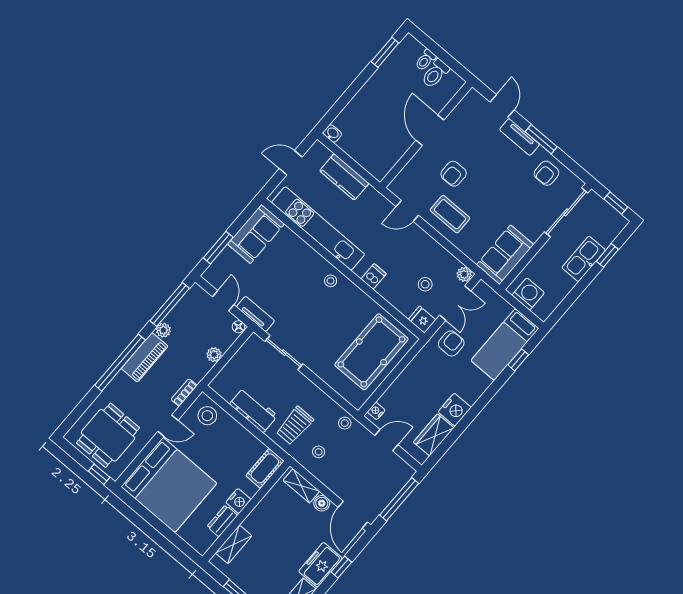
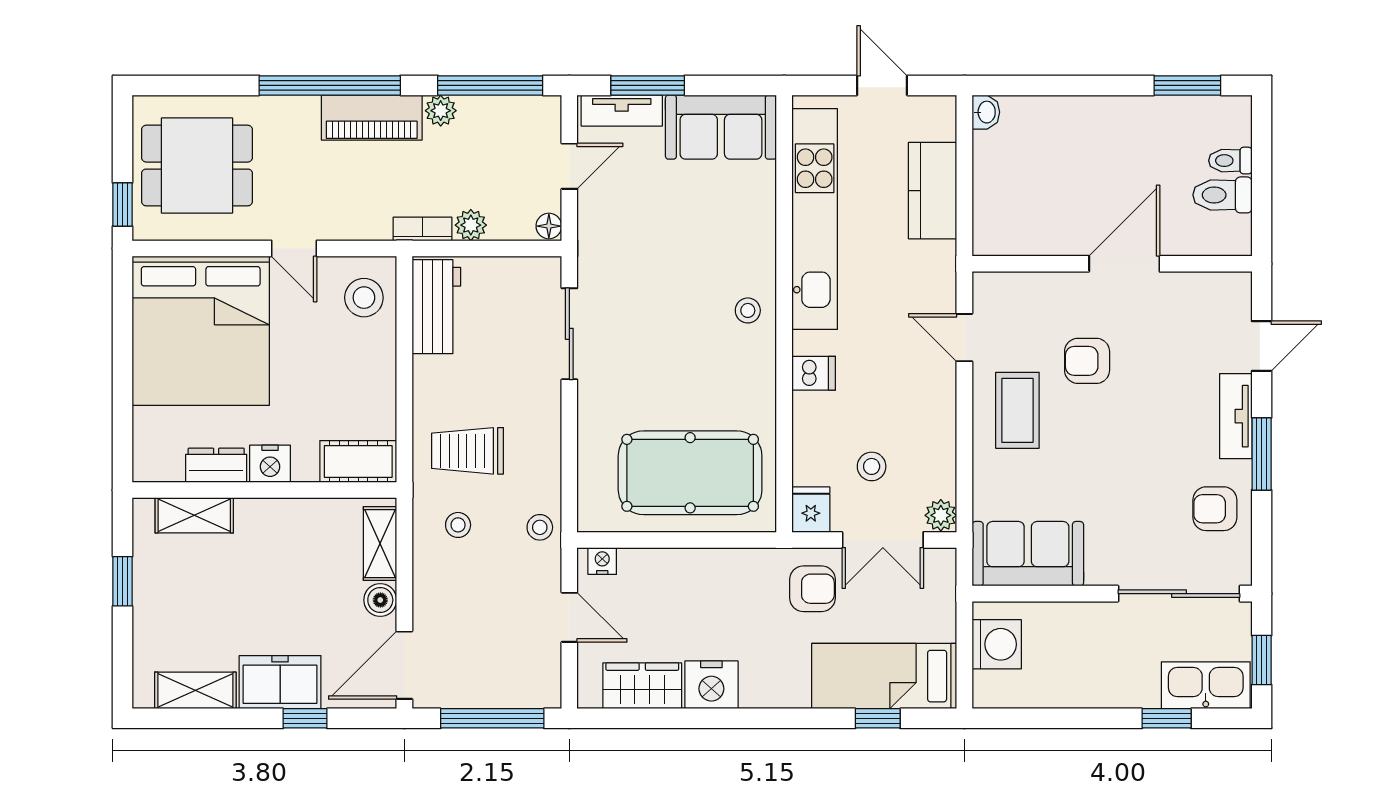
kitchen sink: (584, 259) -> (1206, 685), moved
tv unit: (255, 314) -> (622, 111), moved, turned 90
bookcase: (184, 393) -> (422, 229), moved
workbench: (254, 410) -> (436, 307), moved

